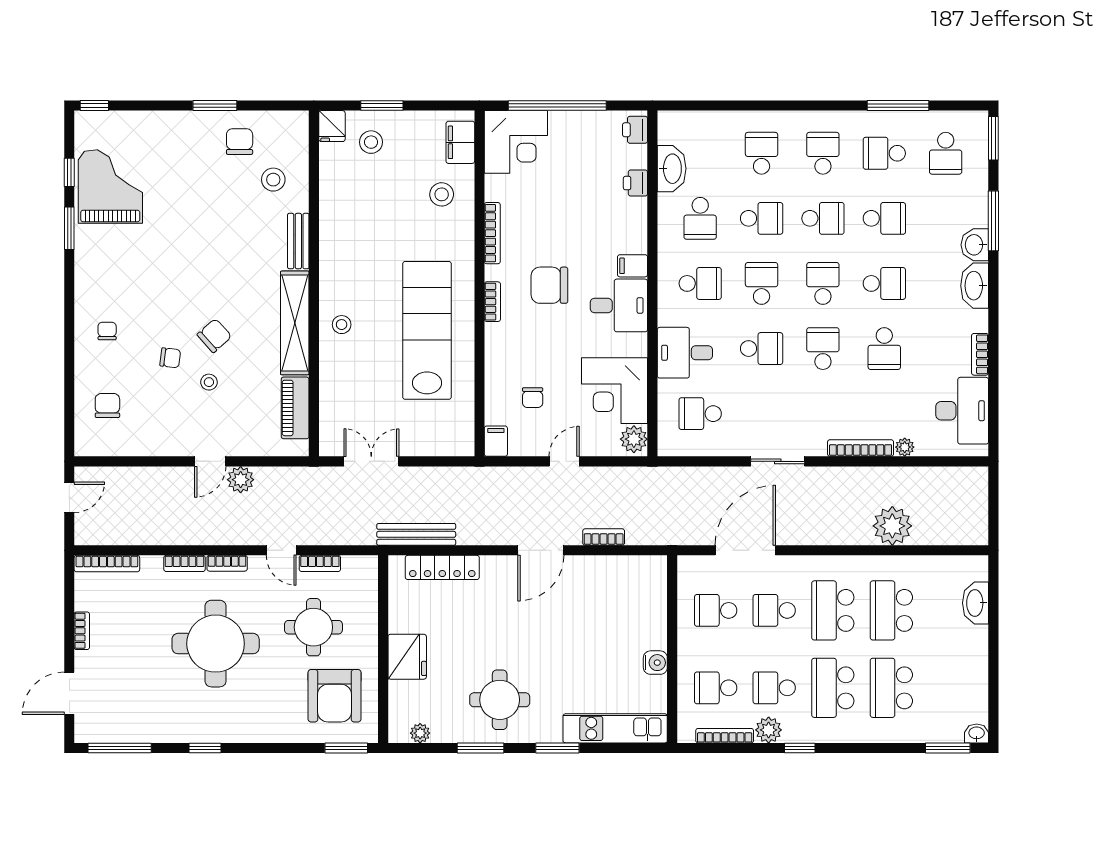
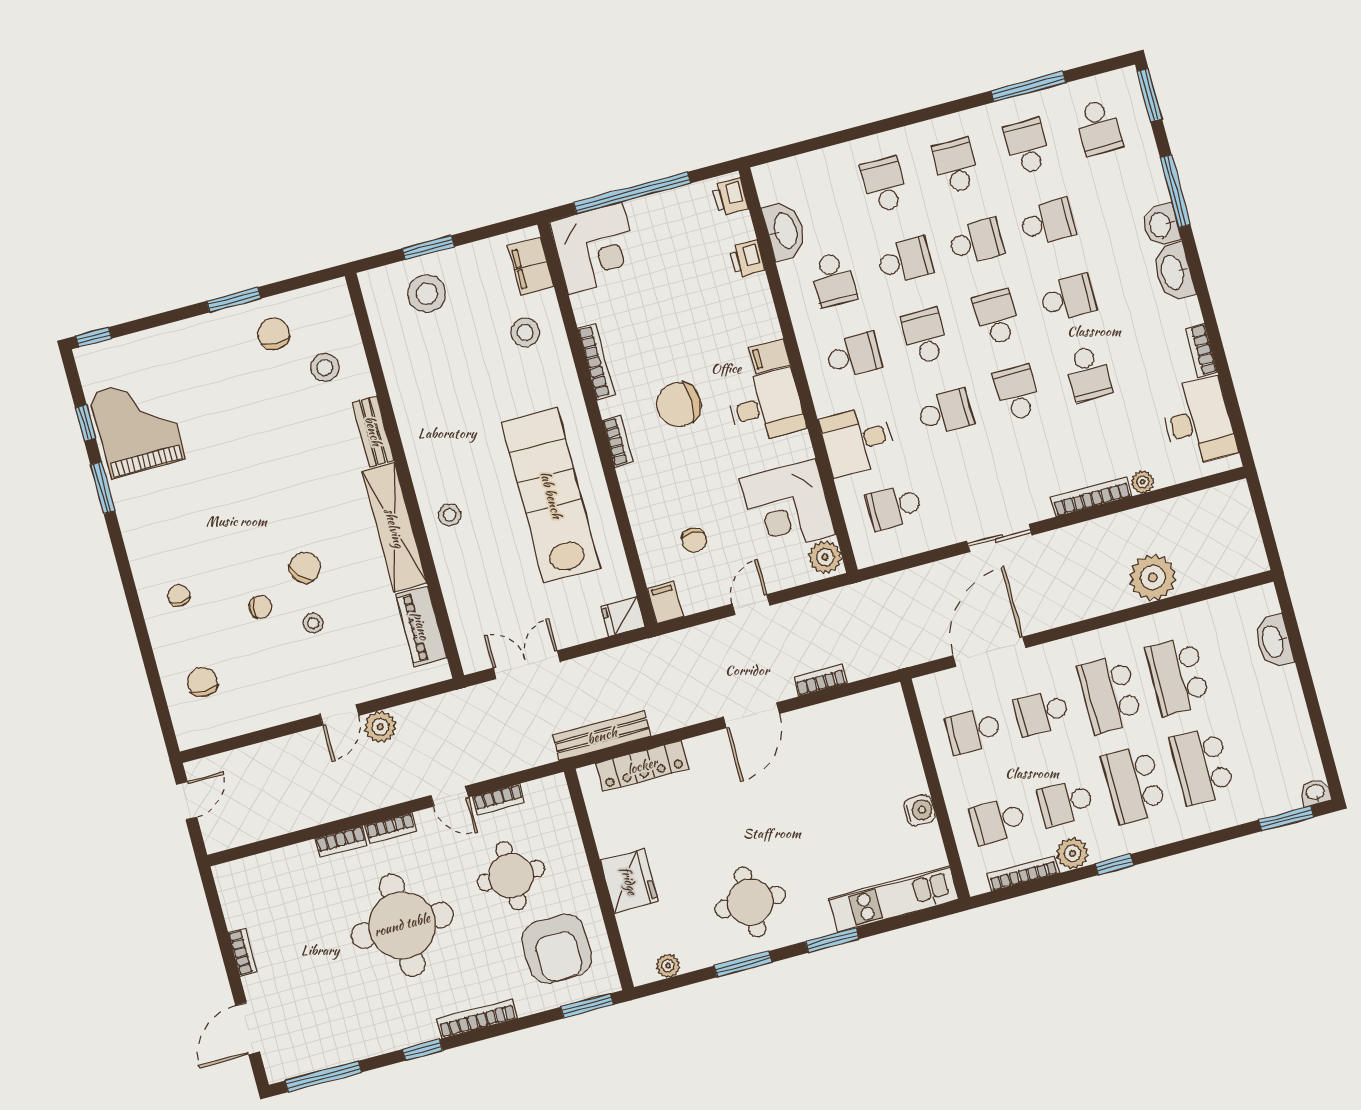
fridge: (332, 126) -> (623, 616), moved, turned 90
stool: (371, 142) -> (427, 294), width x1.38, depth x1.38
school desk: (884, 153) -> (1027, 147), turned 90
bookcase: (107, 564) -> (477, 1019), moved, turned 180

